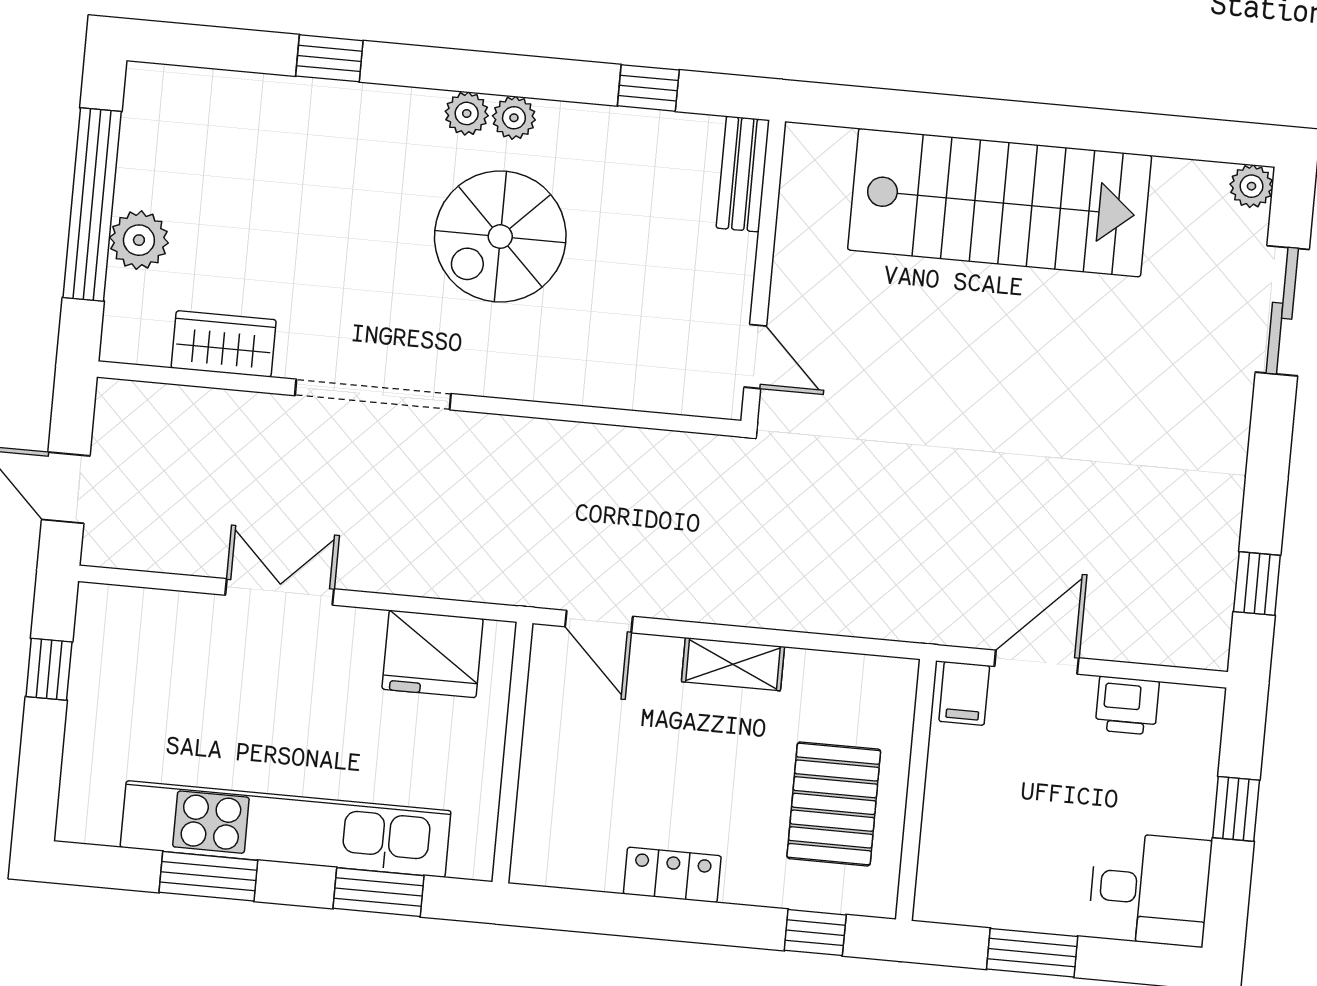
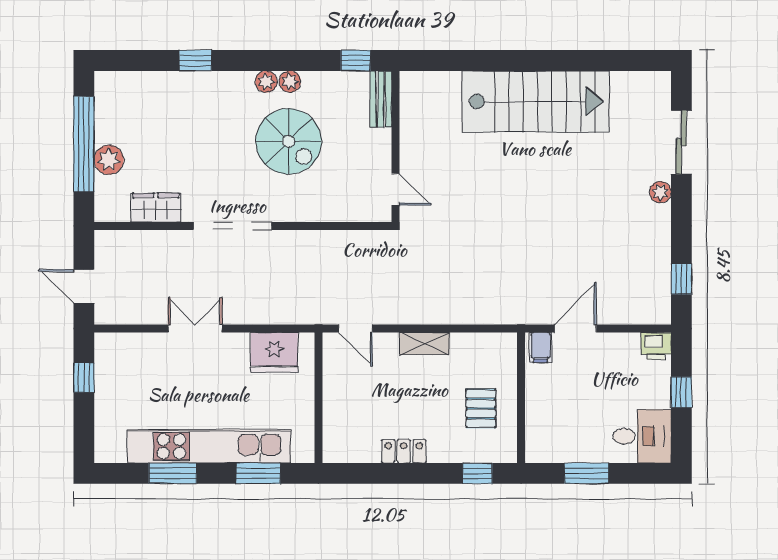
bench: (743, 174) -> (381, 99), moved
plant: (1251, 186) -> (660, 192), moved
spiral stairs: (500, 237) -> (289, 141), turned -90
wall: (763, 271) -> (395, 146), moved
door: (755, 357) -> (395, 189), moved
printer: (1127, 706) -> (656, 346), moved
pallet: (834, 804) -> (481, 408), width x0.67, depth x0.71

